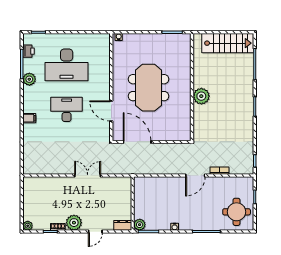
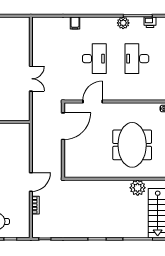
desk: (67, 65) -> (137, 59), width x0.73, depth x0.77
meeting table: (148, 88) -> (132, 145), moved, turned 90
plant: (201, 96) -> (138, 188), moved
filing cabinet: (29, 118) -> (75, 23), moved
door: (195, 176) -> (31, 182), swing flipped

